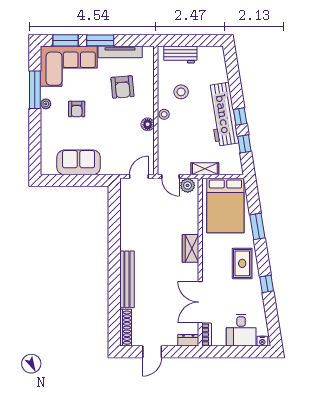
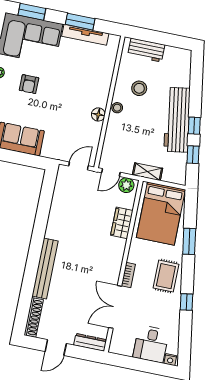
window: (100, 40) -> (80, 22), moved
armchair: (122, 87) -> (80, 71), removed
door: (171, 177) -> (111, 173), hinge flipped
wardrobe: (191, 248) -> (122, 223), moved
bookcase: (207, 335) -> (128, 275), moved
dresser: (188, 340) -> (90, 342), width x1.44

